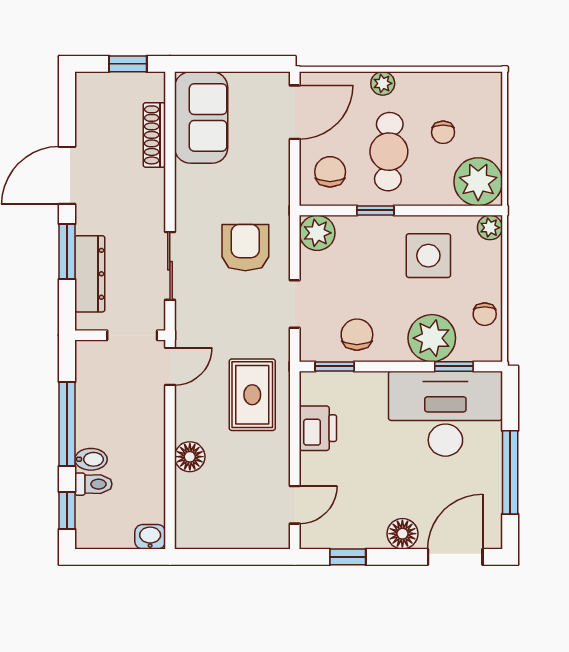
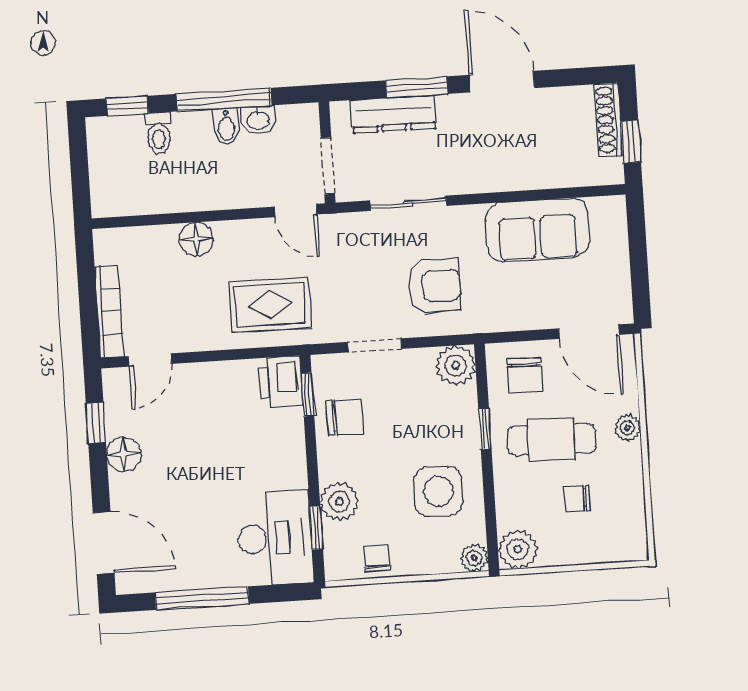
sofa: (201, 117) -> (538, 230), moved
shoe rack: (154, 135) -> (608, 120), moved, turned -90
chair: (330, 172) -> (525, 375), turned 90
plant: (478, 182) -> (518, 549), width x0.73, depth x0.73
chair: (485, 314) -> (377, 558), turned 90
plant: (432, 338) -> (339, 502), width x0.73, depth x0.73
desk: (445, 414) -> (275, 538), width x0.73, depth x0.77
printer: (318, 428) -> (281, 382), moved, turned 90
bidet: (91, 459) -> (226, 126), moved
door: (295, 505) -> (150, 360), hinge flipped
floor lamp: (402, 534) -> (124, 454), moved
washbasin: (150, 537) -> (258, 120), moved, turned 90
bookcase: (249, 538) -> (109, 311), added

